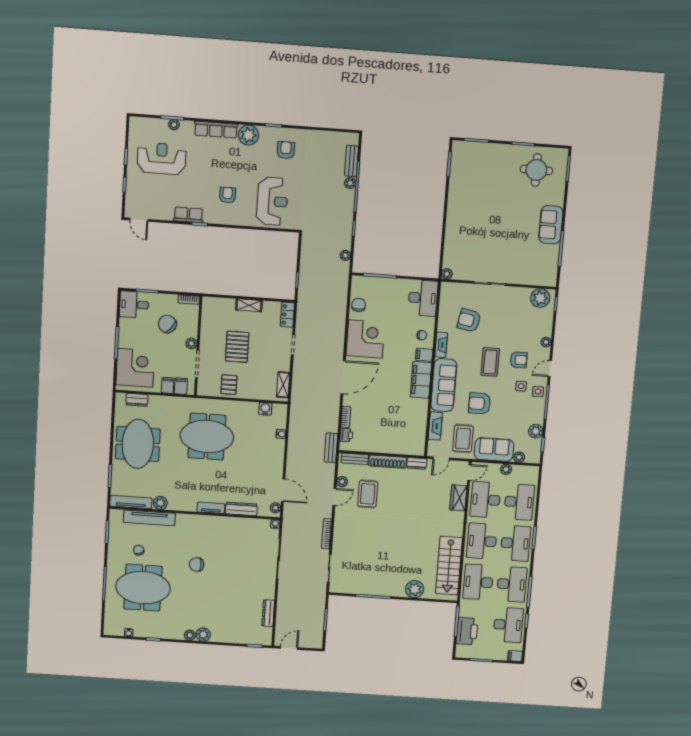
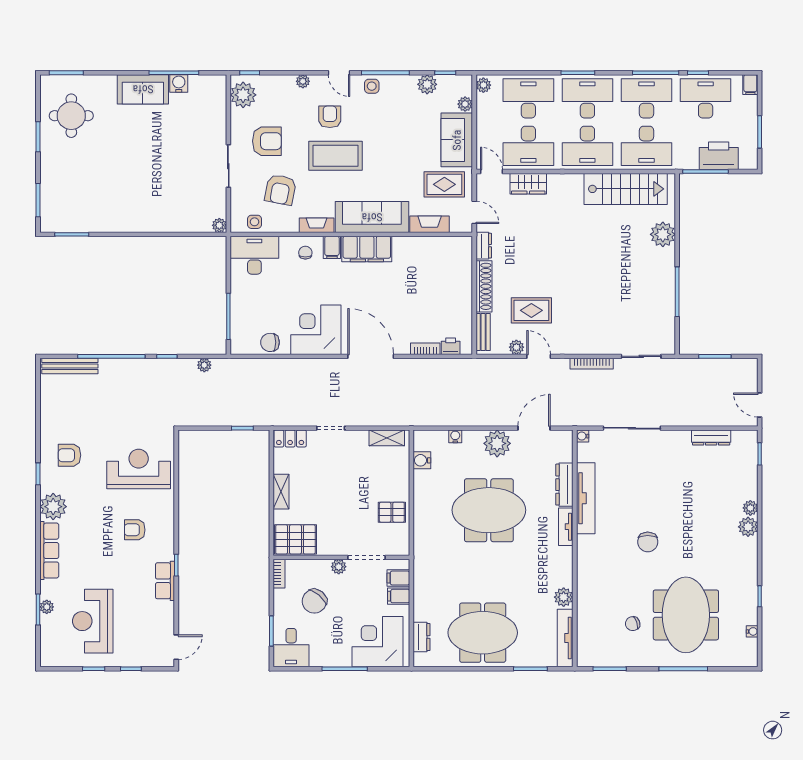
bench: (351, 161) -> (70, 366), width x1.36
plant: (350, 183) -> (107, 366), removed
water cooler: (553, 251) -> (179, 83), added
pallet: (237, 347) -> (295, 539), moved
coffee table: (490, 362) -> (335, 156), width x1.36, depth x1.32
side table: (521, 386) -> (254, 222), moved
armchair: (480, 403) -> (267, 141), moved, turned -90
meeting table: (207, 437) -> (489, 510), moved, turned 90
bench: (331, 448) -> (470, 366), removed
plant: (506, 469) -> (483, 85), moved
plant: (275, 508) -> (497, 443), moved, width x1.88, depth x1.88
tv unit: (149, 518) -> (586, 498), moved
plant: (190, 635) -> (750, 508), moved

